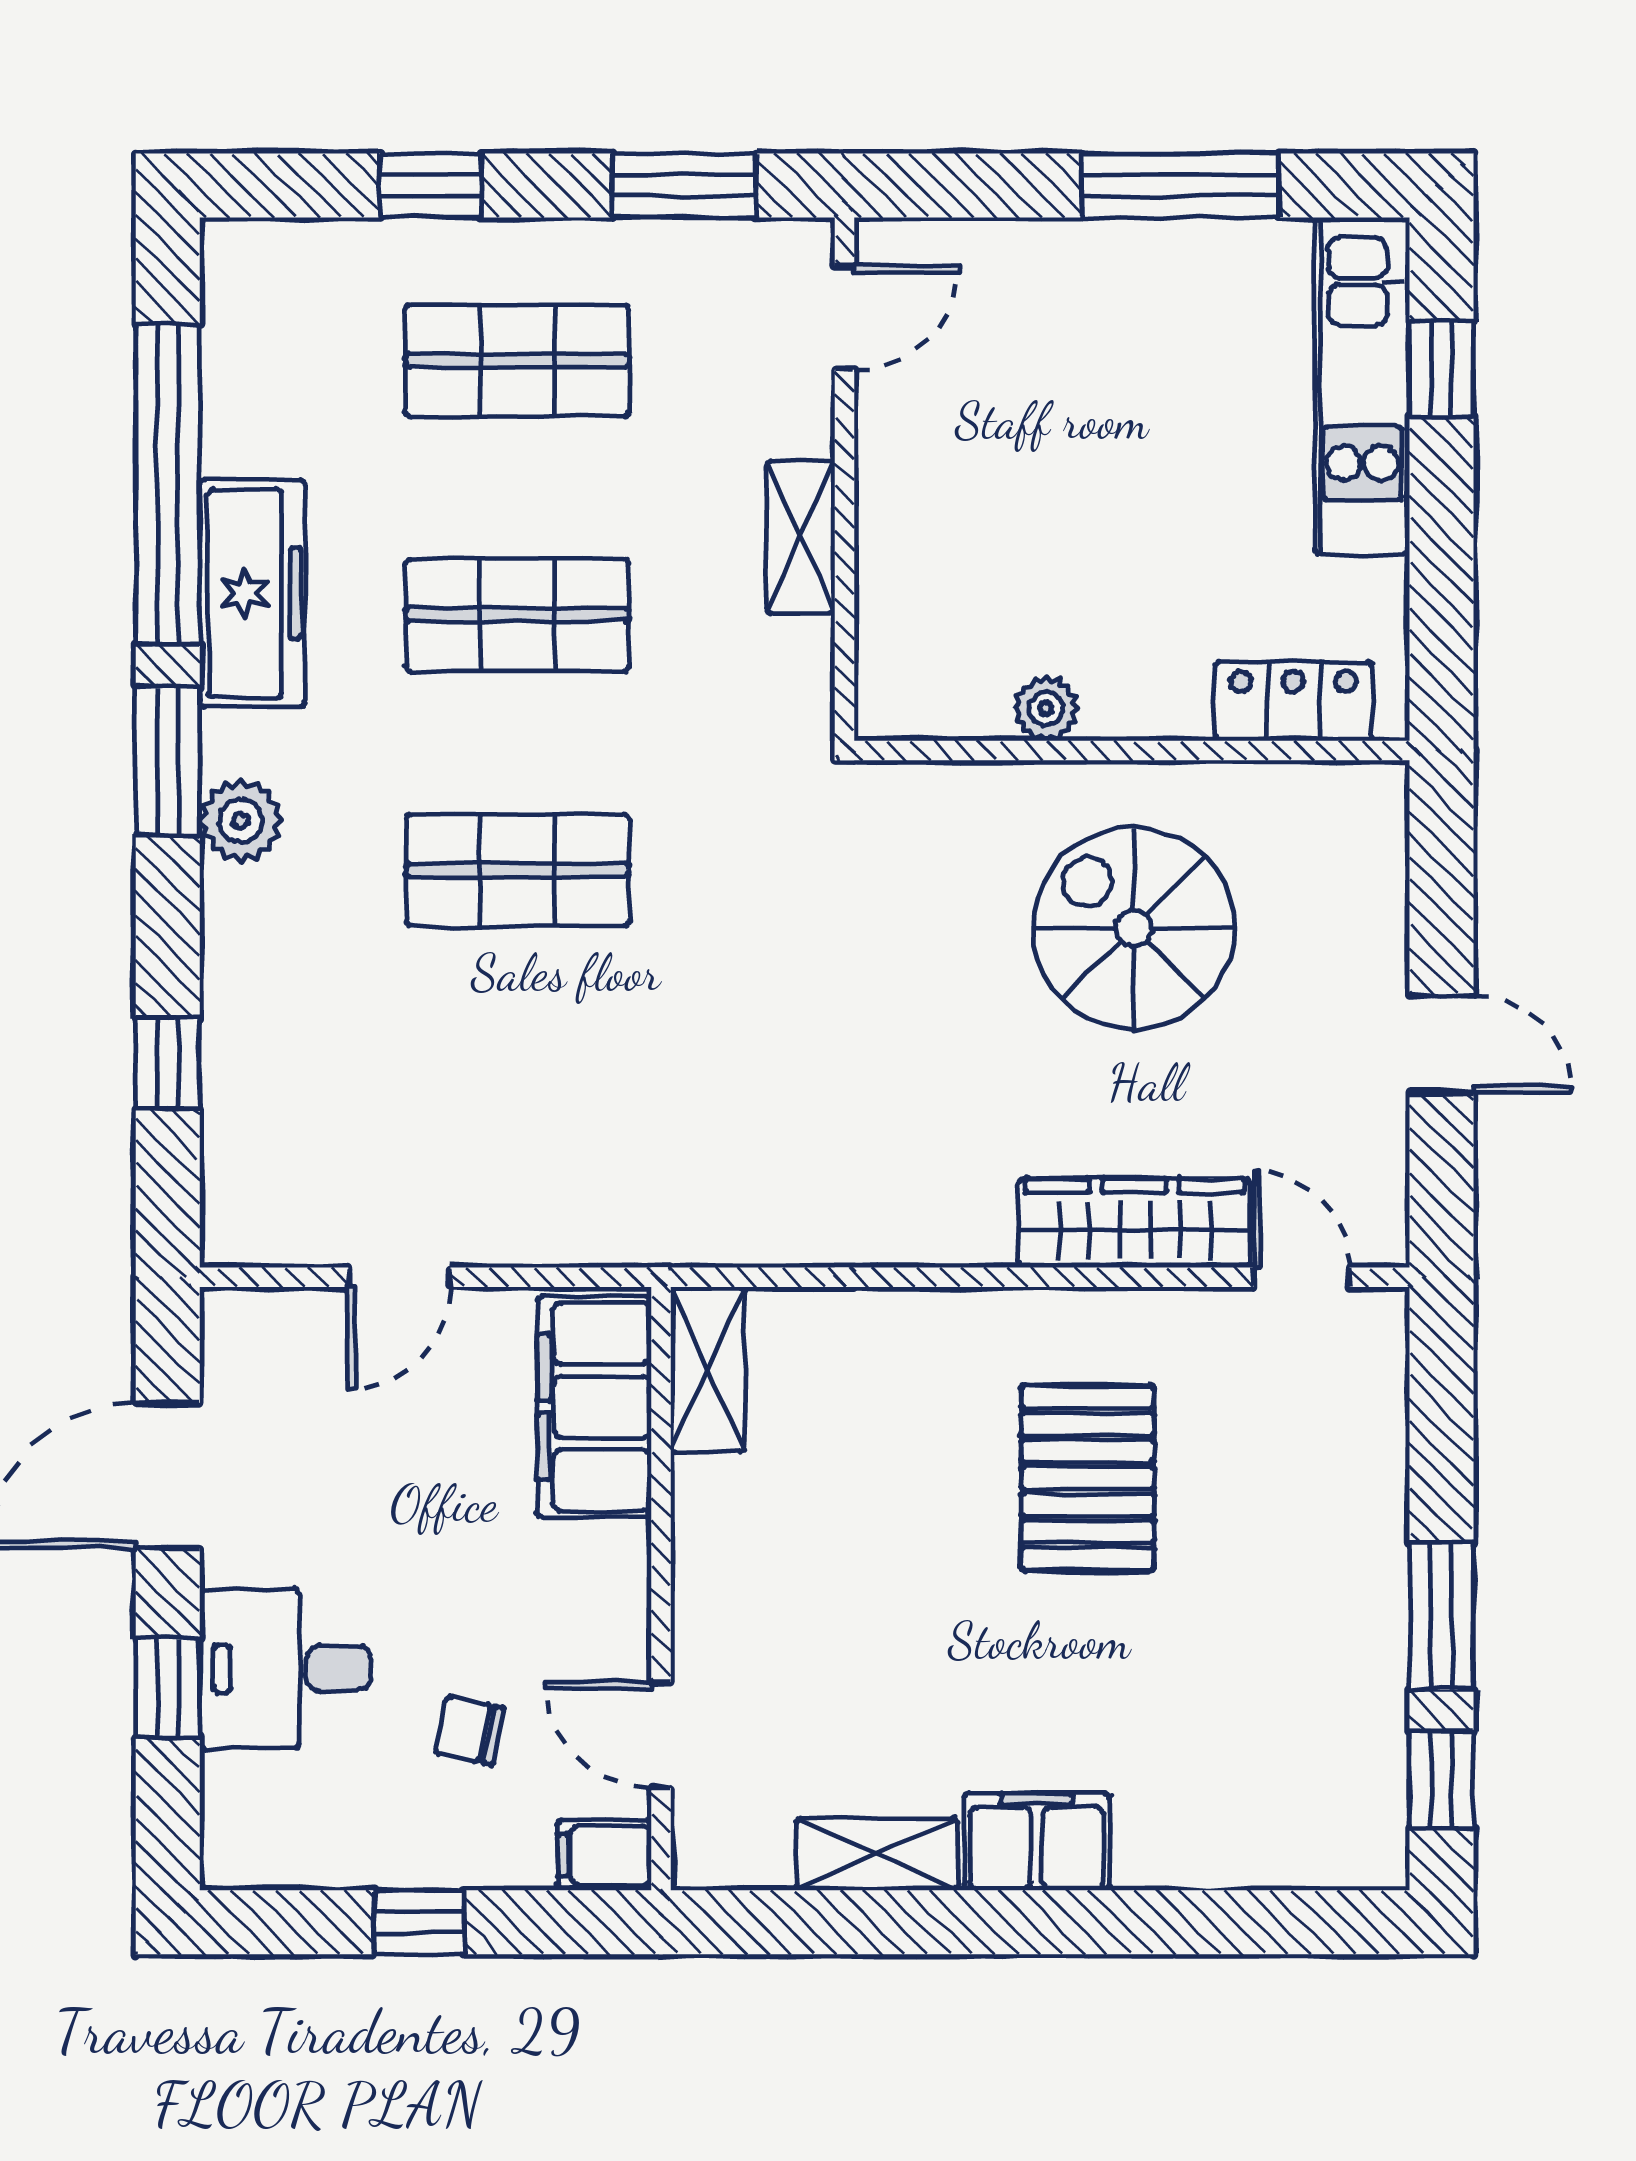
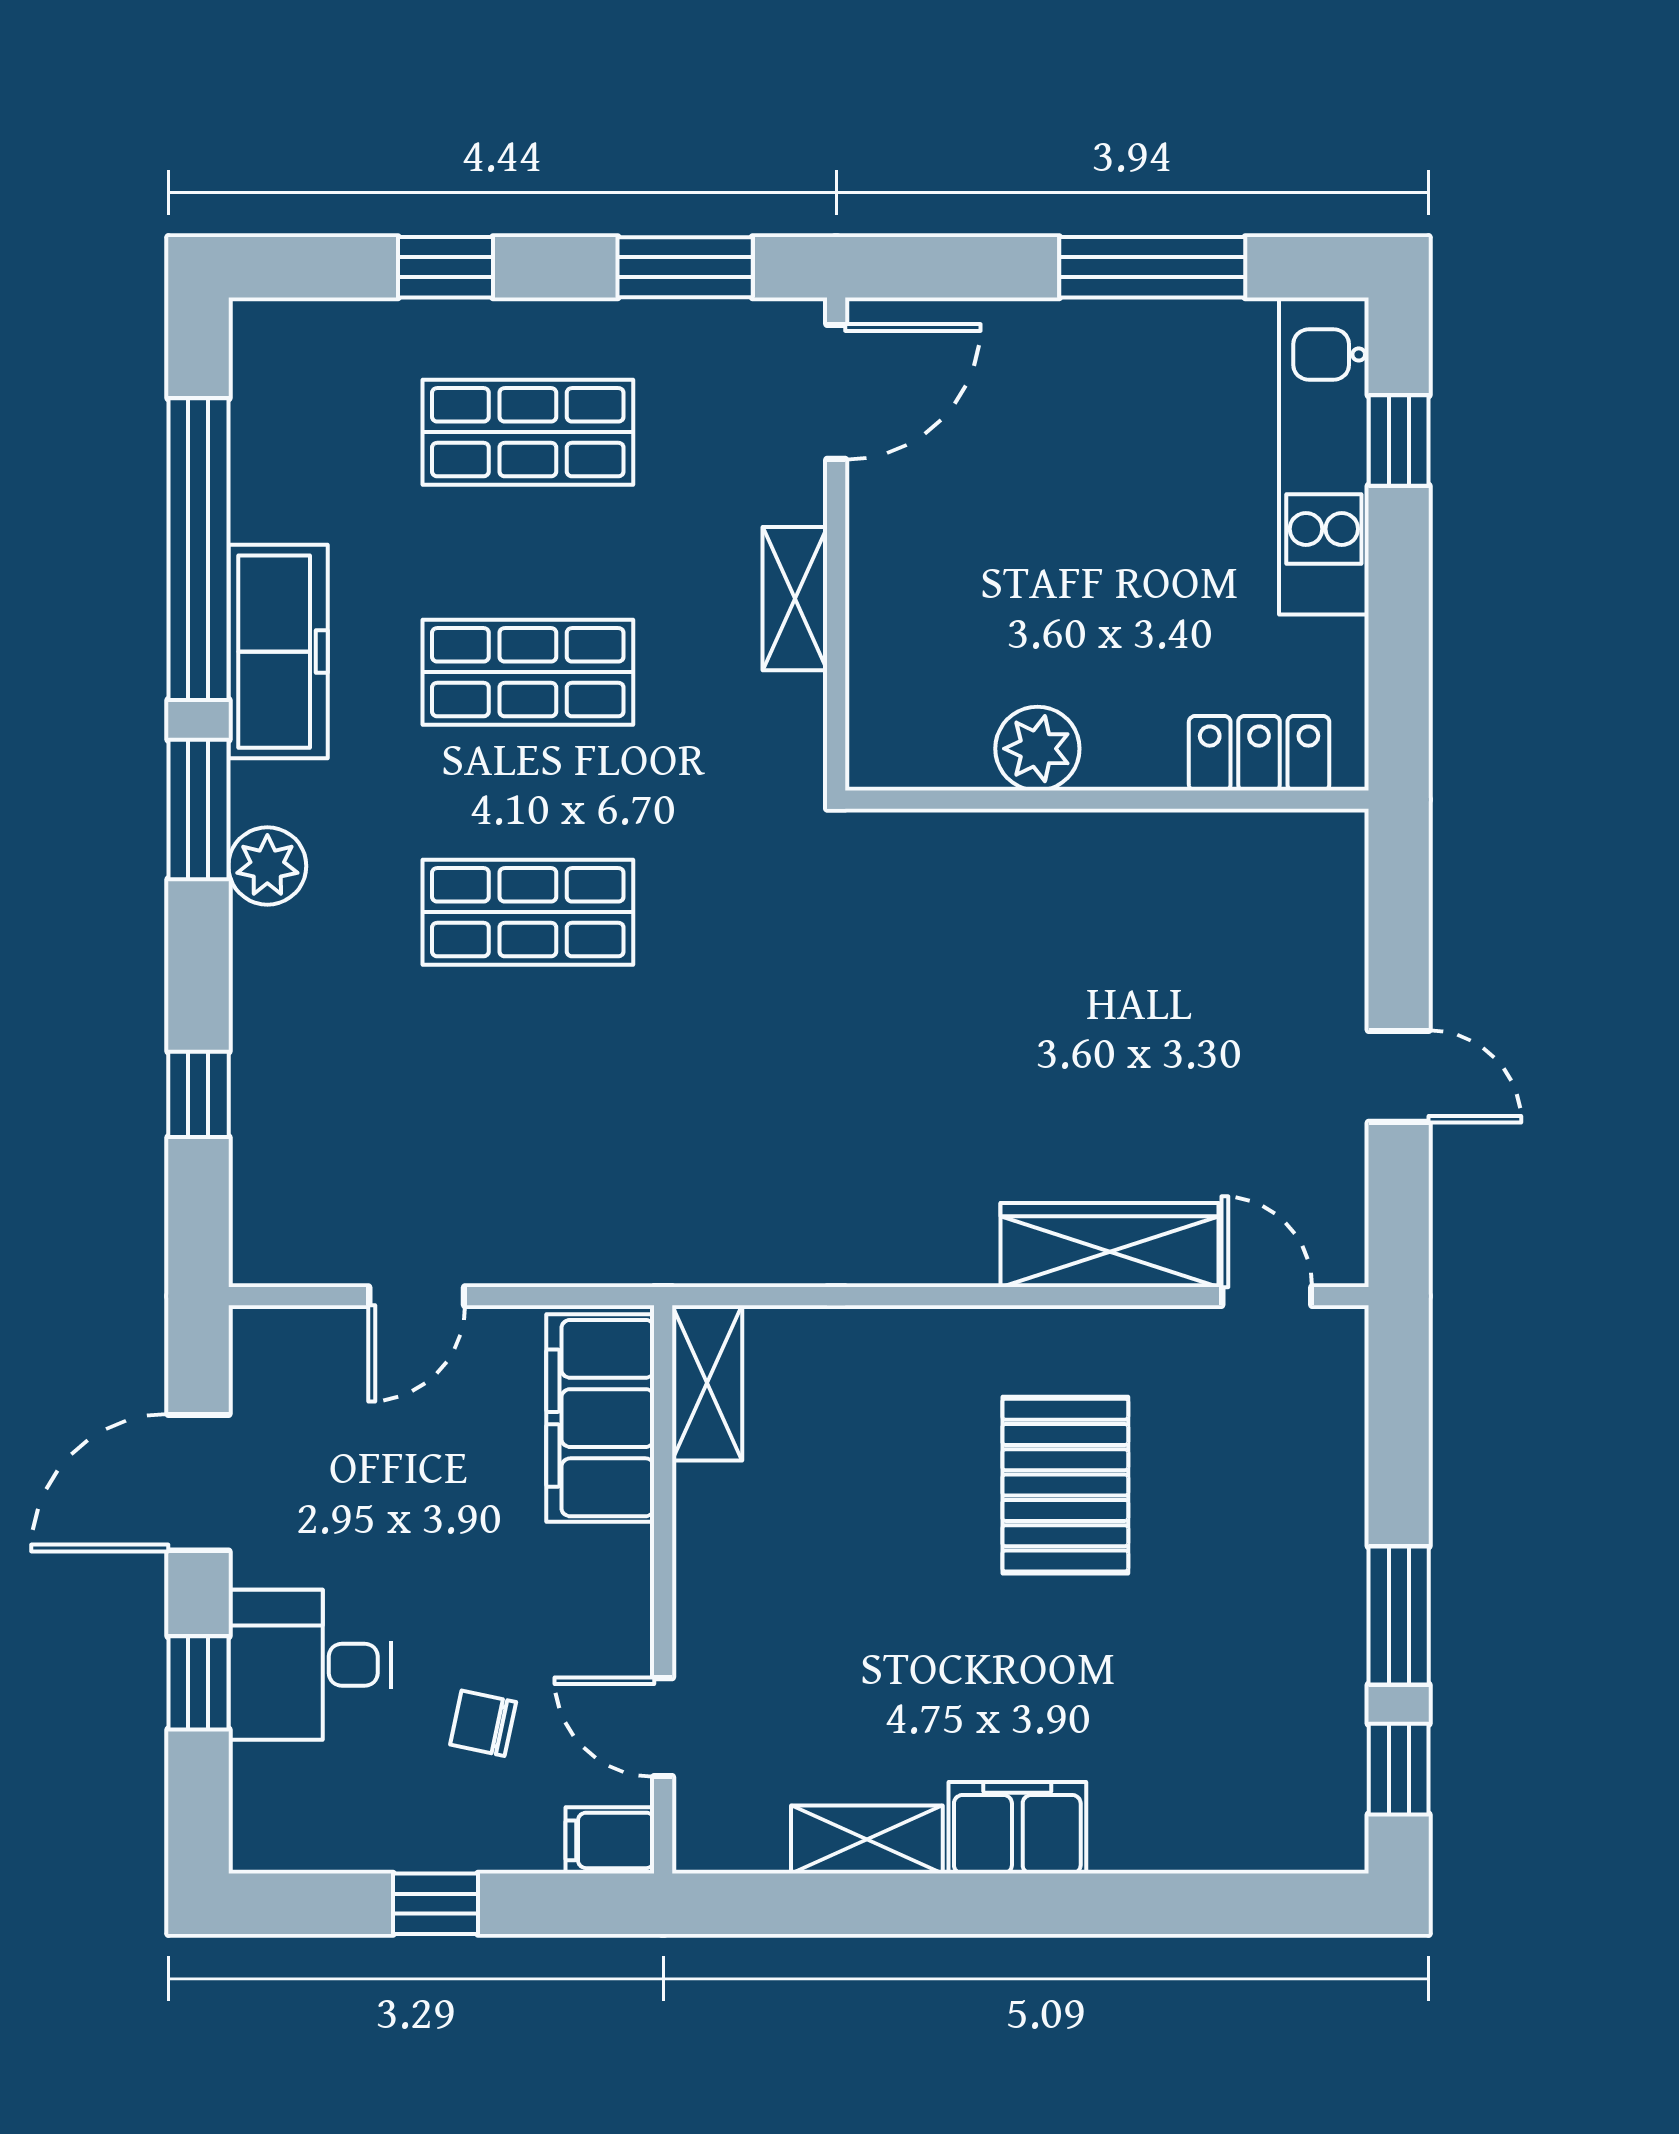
door: (845, 318) -> (836, 392), width x1.38
plant: (1046, 709) -> (1037, 749), width x1.38, depth x1.38
spiral stairs: (1134, 928) -> (1109, 967), removed

